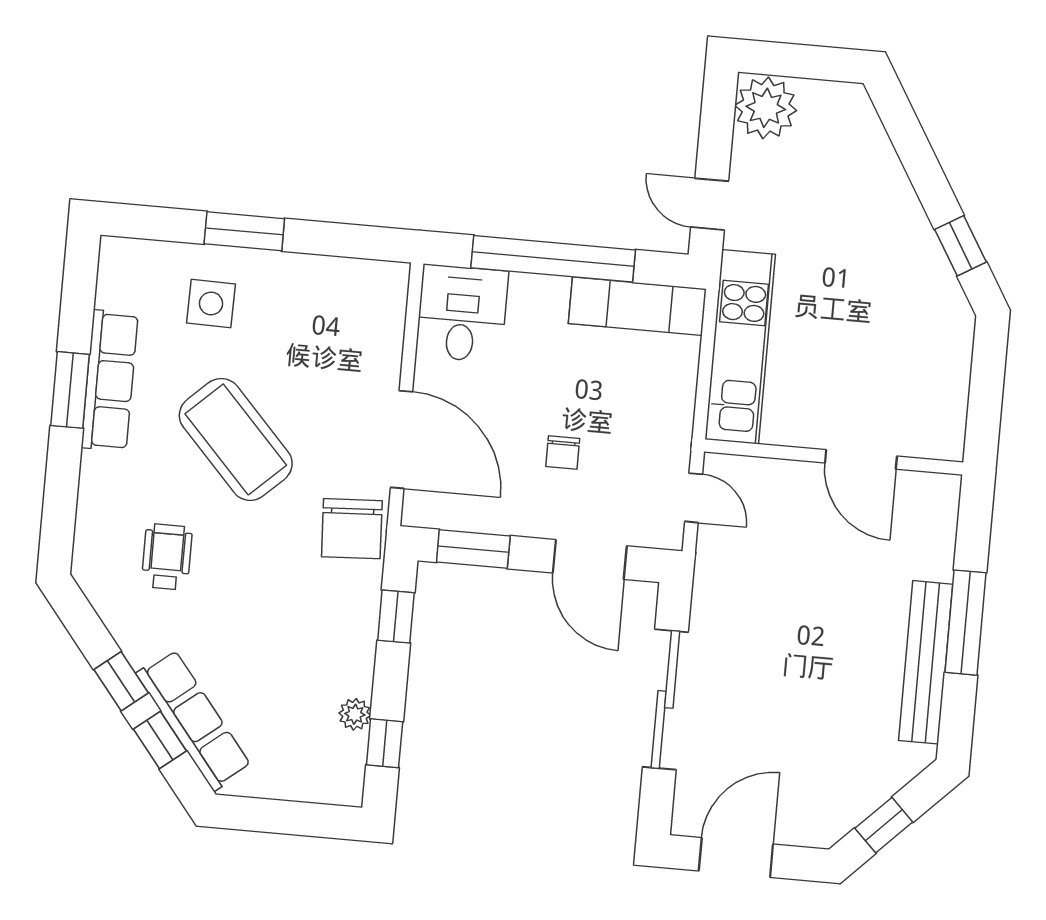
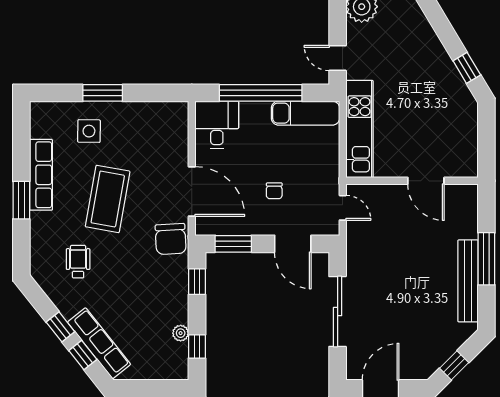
window: (70, 390) -> (21, 200), moved
coffee table: (236, 439) -> (108, 199), turned 53

